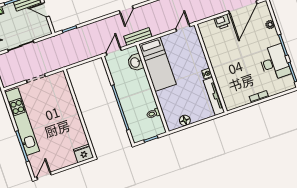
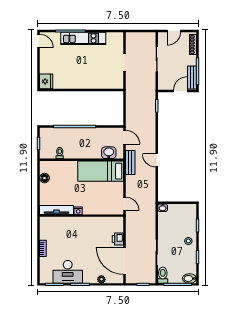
kitchen unit: (22, 122) -> (83, 38), width x0.73

